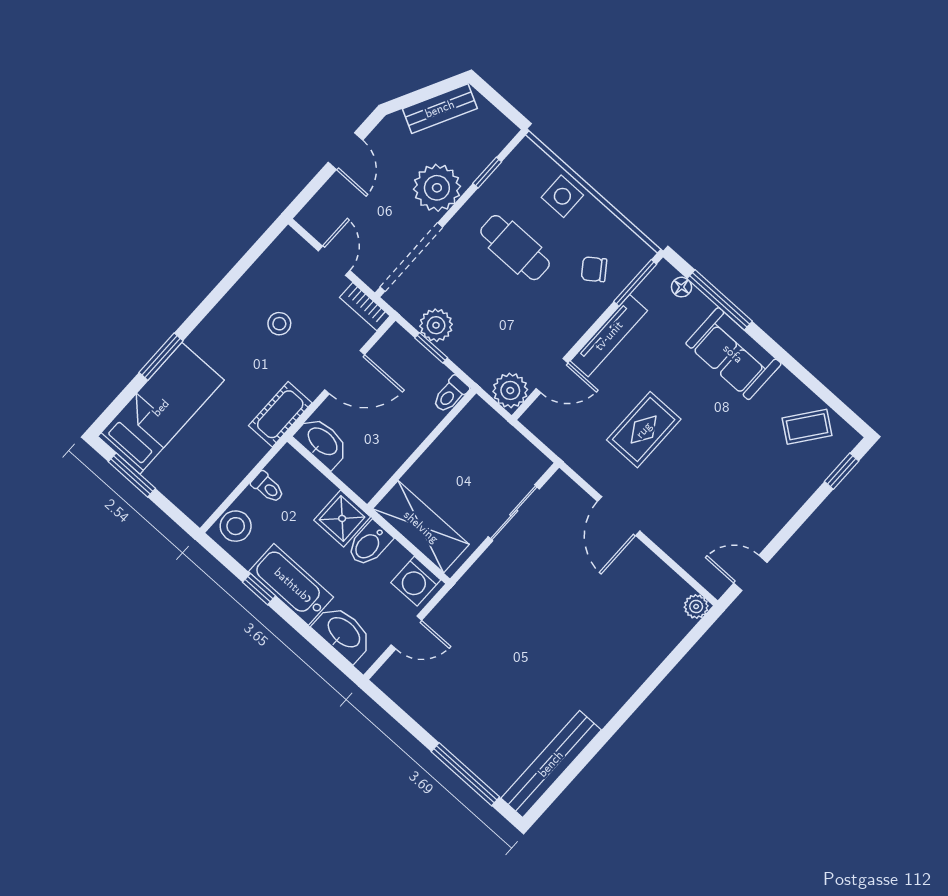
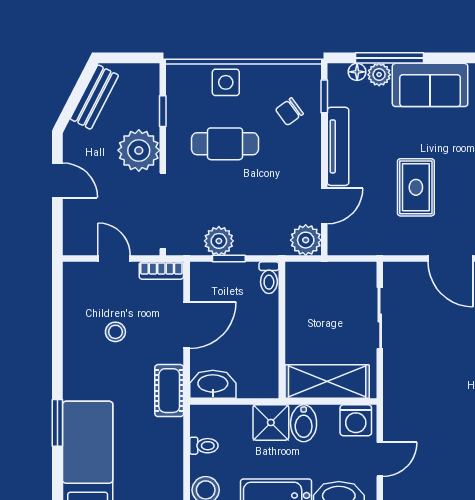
window: (635, 283) -> (324, 96), width x0.67
plant: (698, 306) -> (379, 75), added

